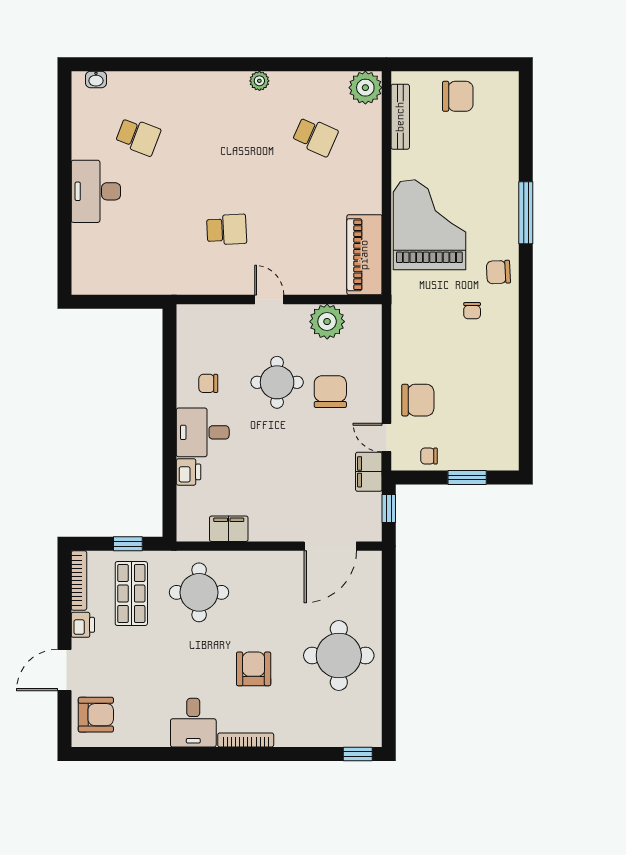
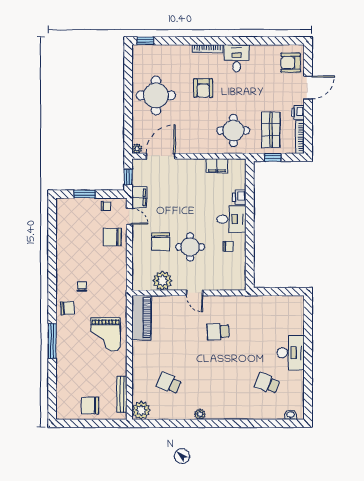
grand piano: (429, 225) -> (106, 334), width x0.73, depth x0.68
plant: (373, 560) -> (137, 149), added

